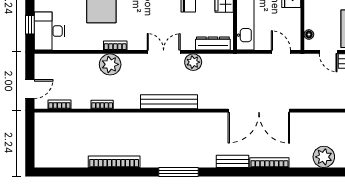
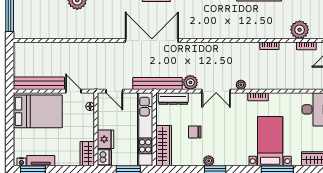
plant: (110, 64) -> (241, 85), moved, width x0.53, depth x0.53
bench: (169, 102) -> (157, 84), moved
double door: (259, 111) -> (152, 40), moved
plant: (67, 123) -> (300, 30), added

